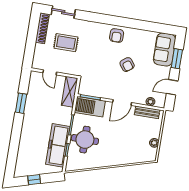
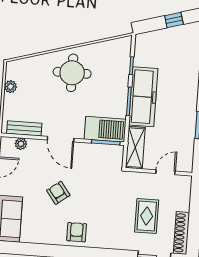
rug: (66, 43) -> (147, 216), turned 90
door: (50, 72) -> (166, 172), hinge flipped
door: (122, 102) -> (61, 139), swing flipped
round table: (85, 140) -> (72, 73), moved
freezer: (58, 145) -> (143, 97), moved

